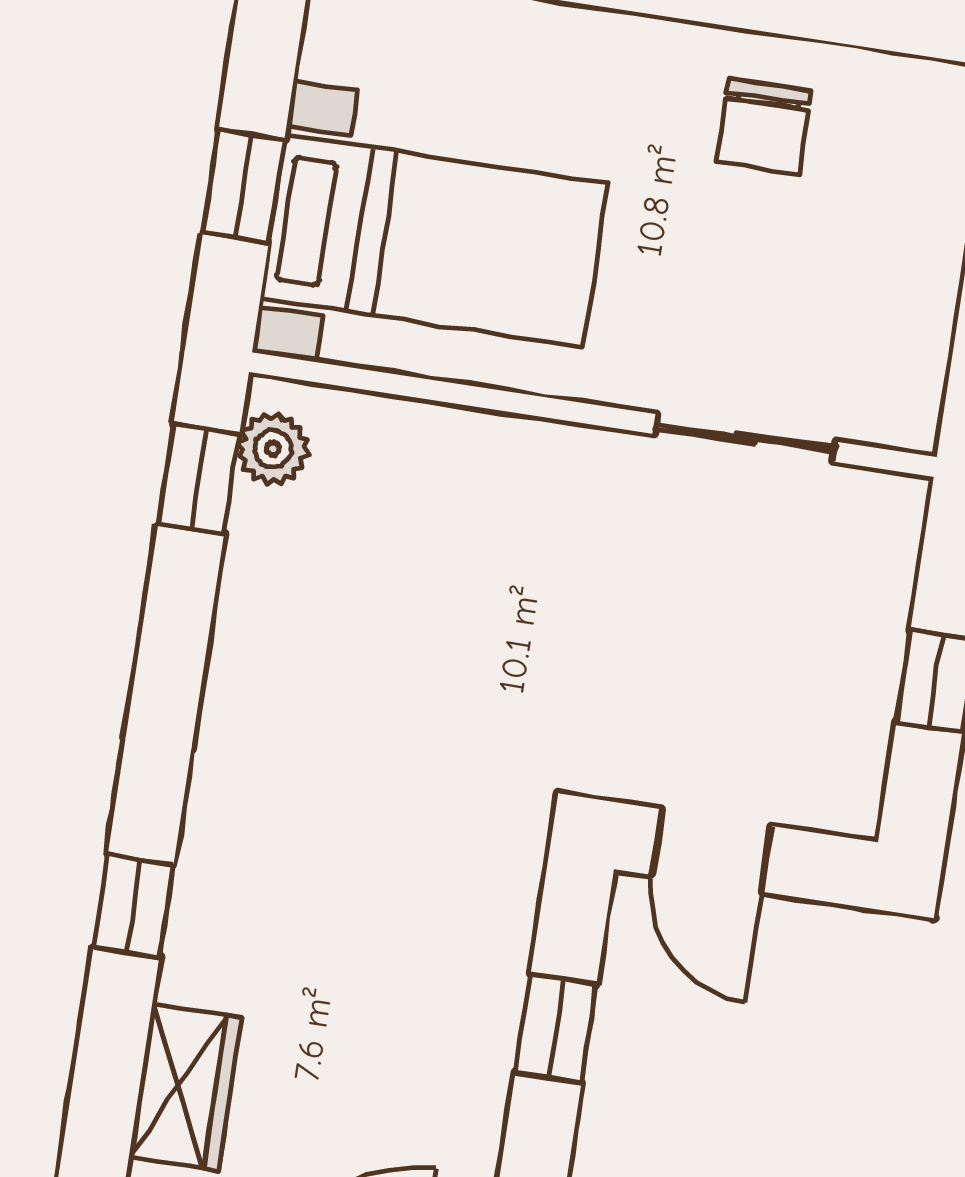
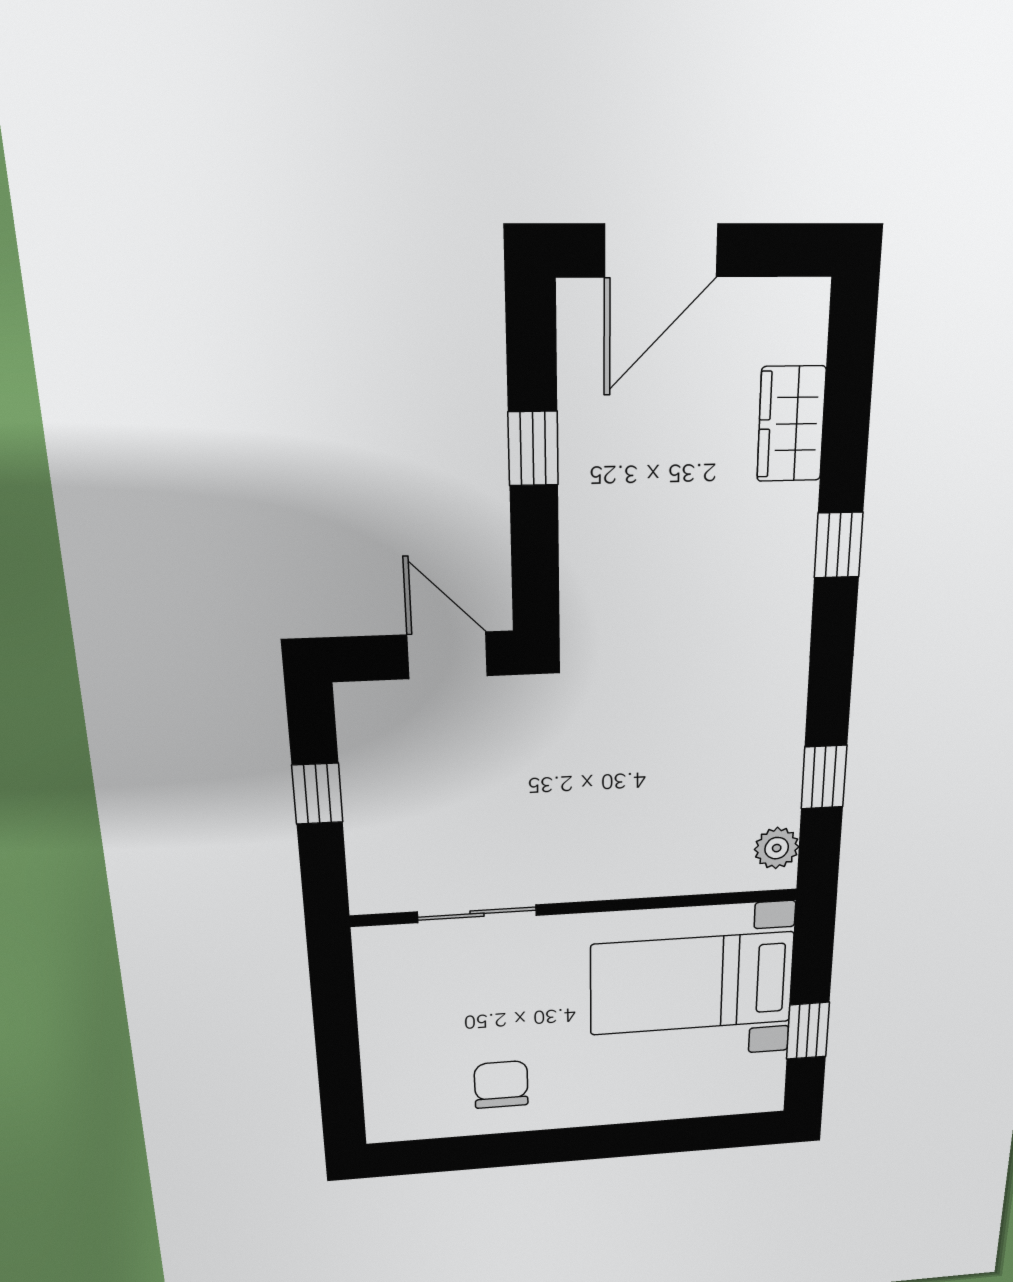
window: (244, 186) -> (808, 1031), moved
window: (199, 479) -> (824, 777), moved
window: (556, 1029) -> (533, 449), moved

